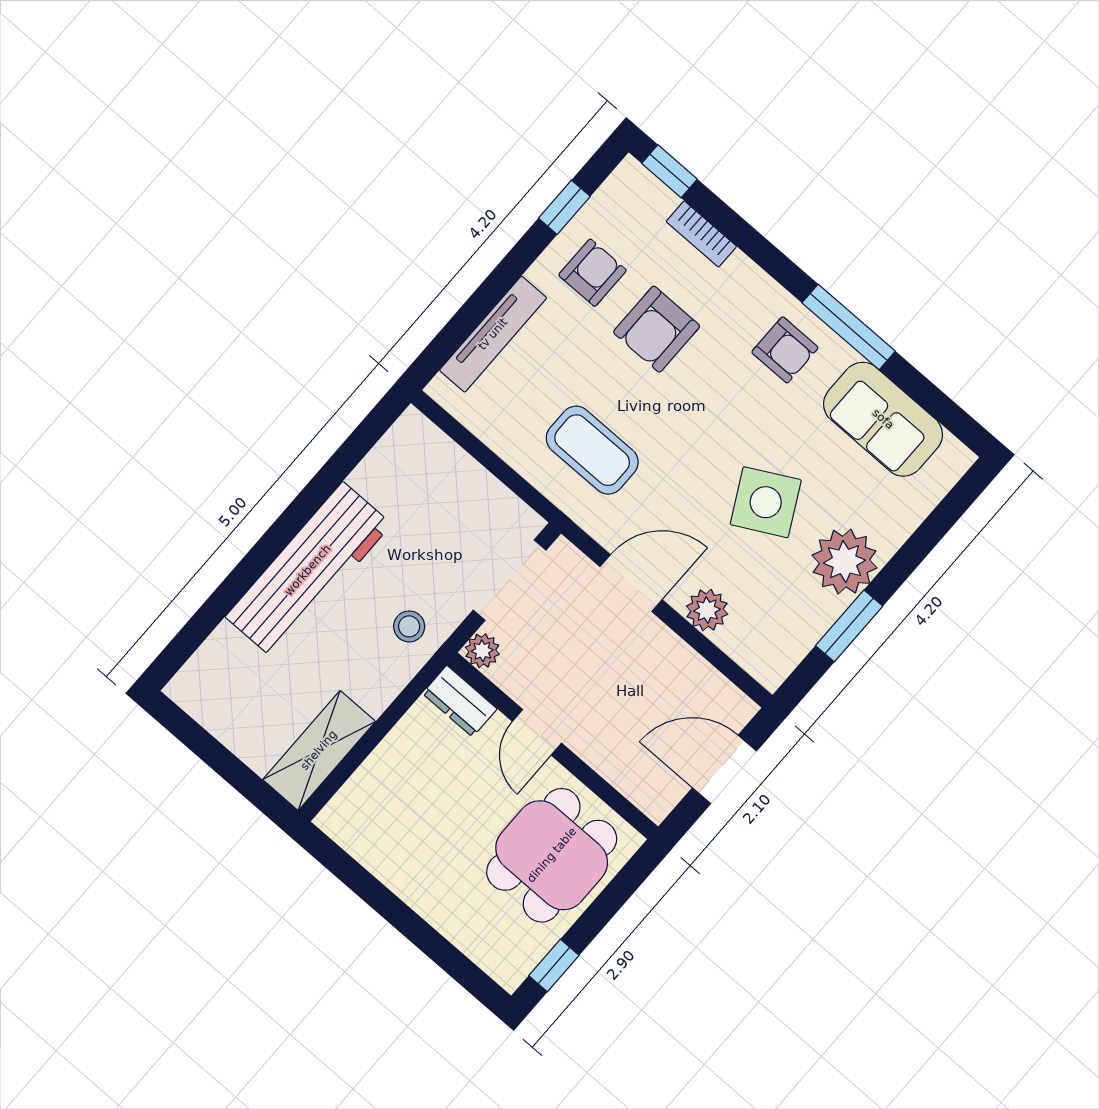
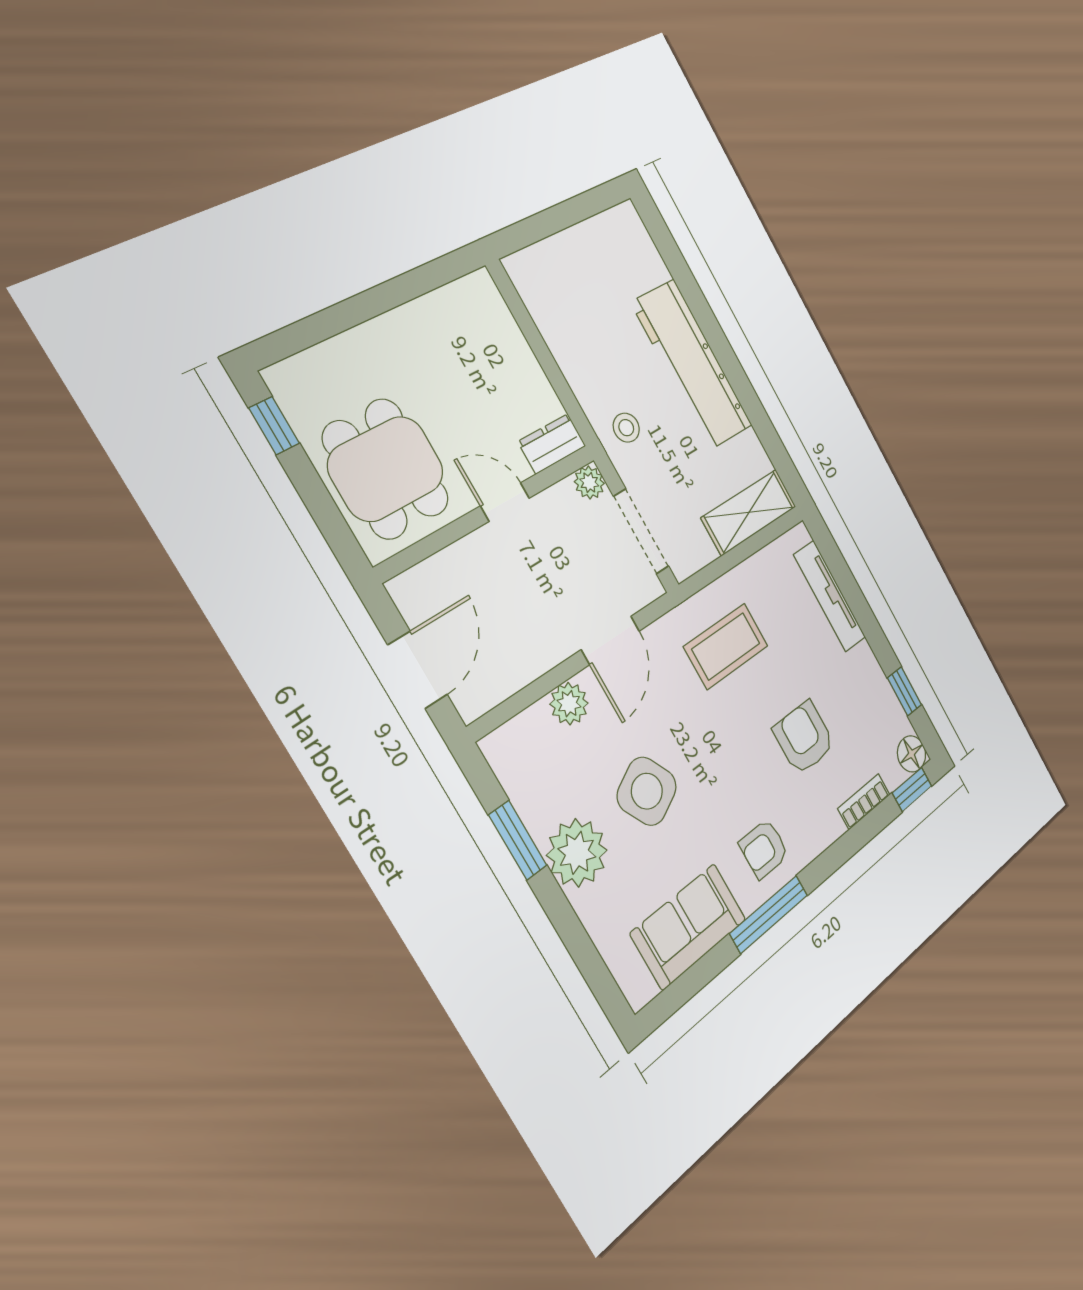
floor lamp: (631, 181) -> (912, 754), added
armchair: (593, 273) -> (855, 697), removed
shelving: (319, 750) -> (749, 512), moved, turned 90

